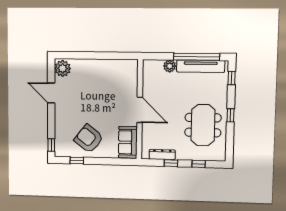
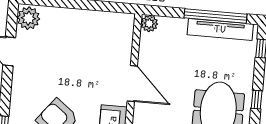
plant: (170, 66) -> (149, 23), moved

